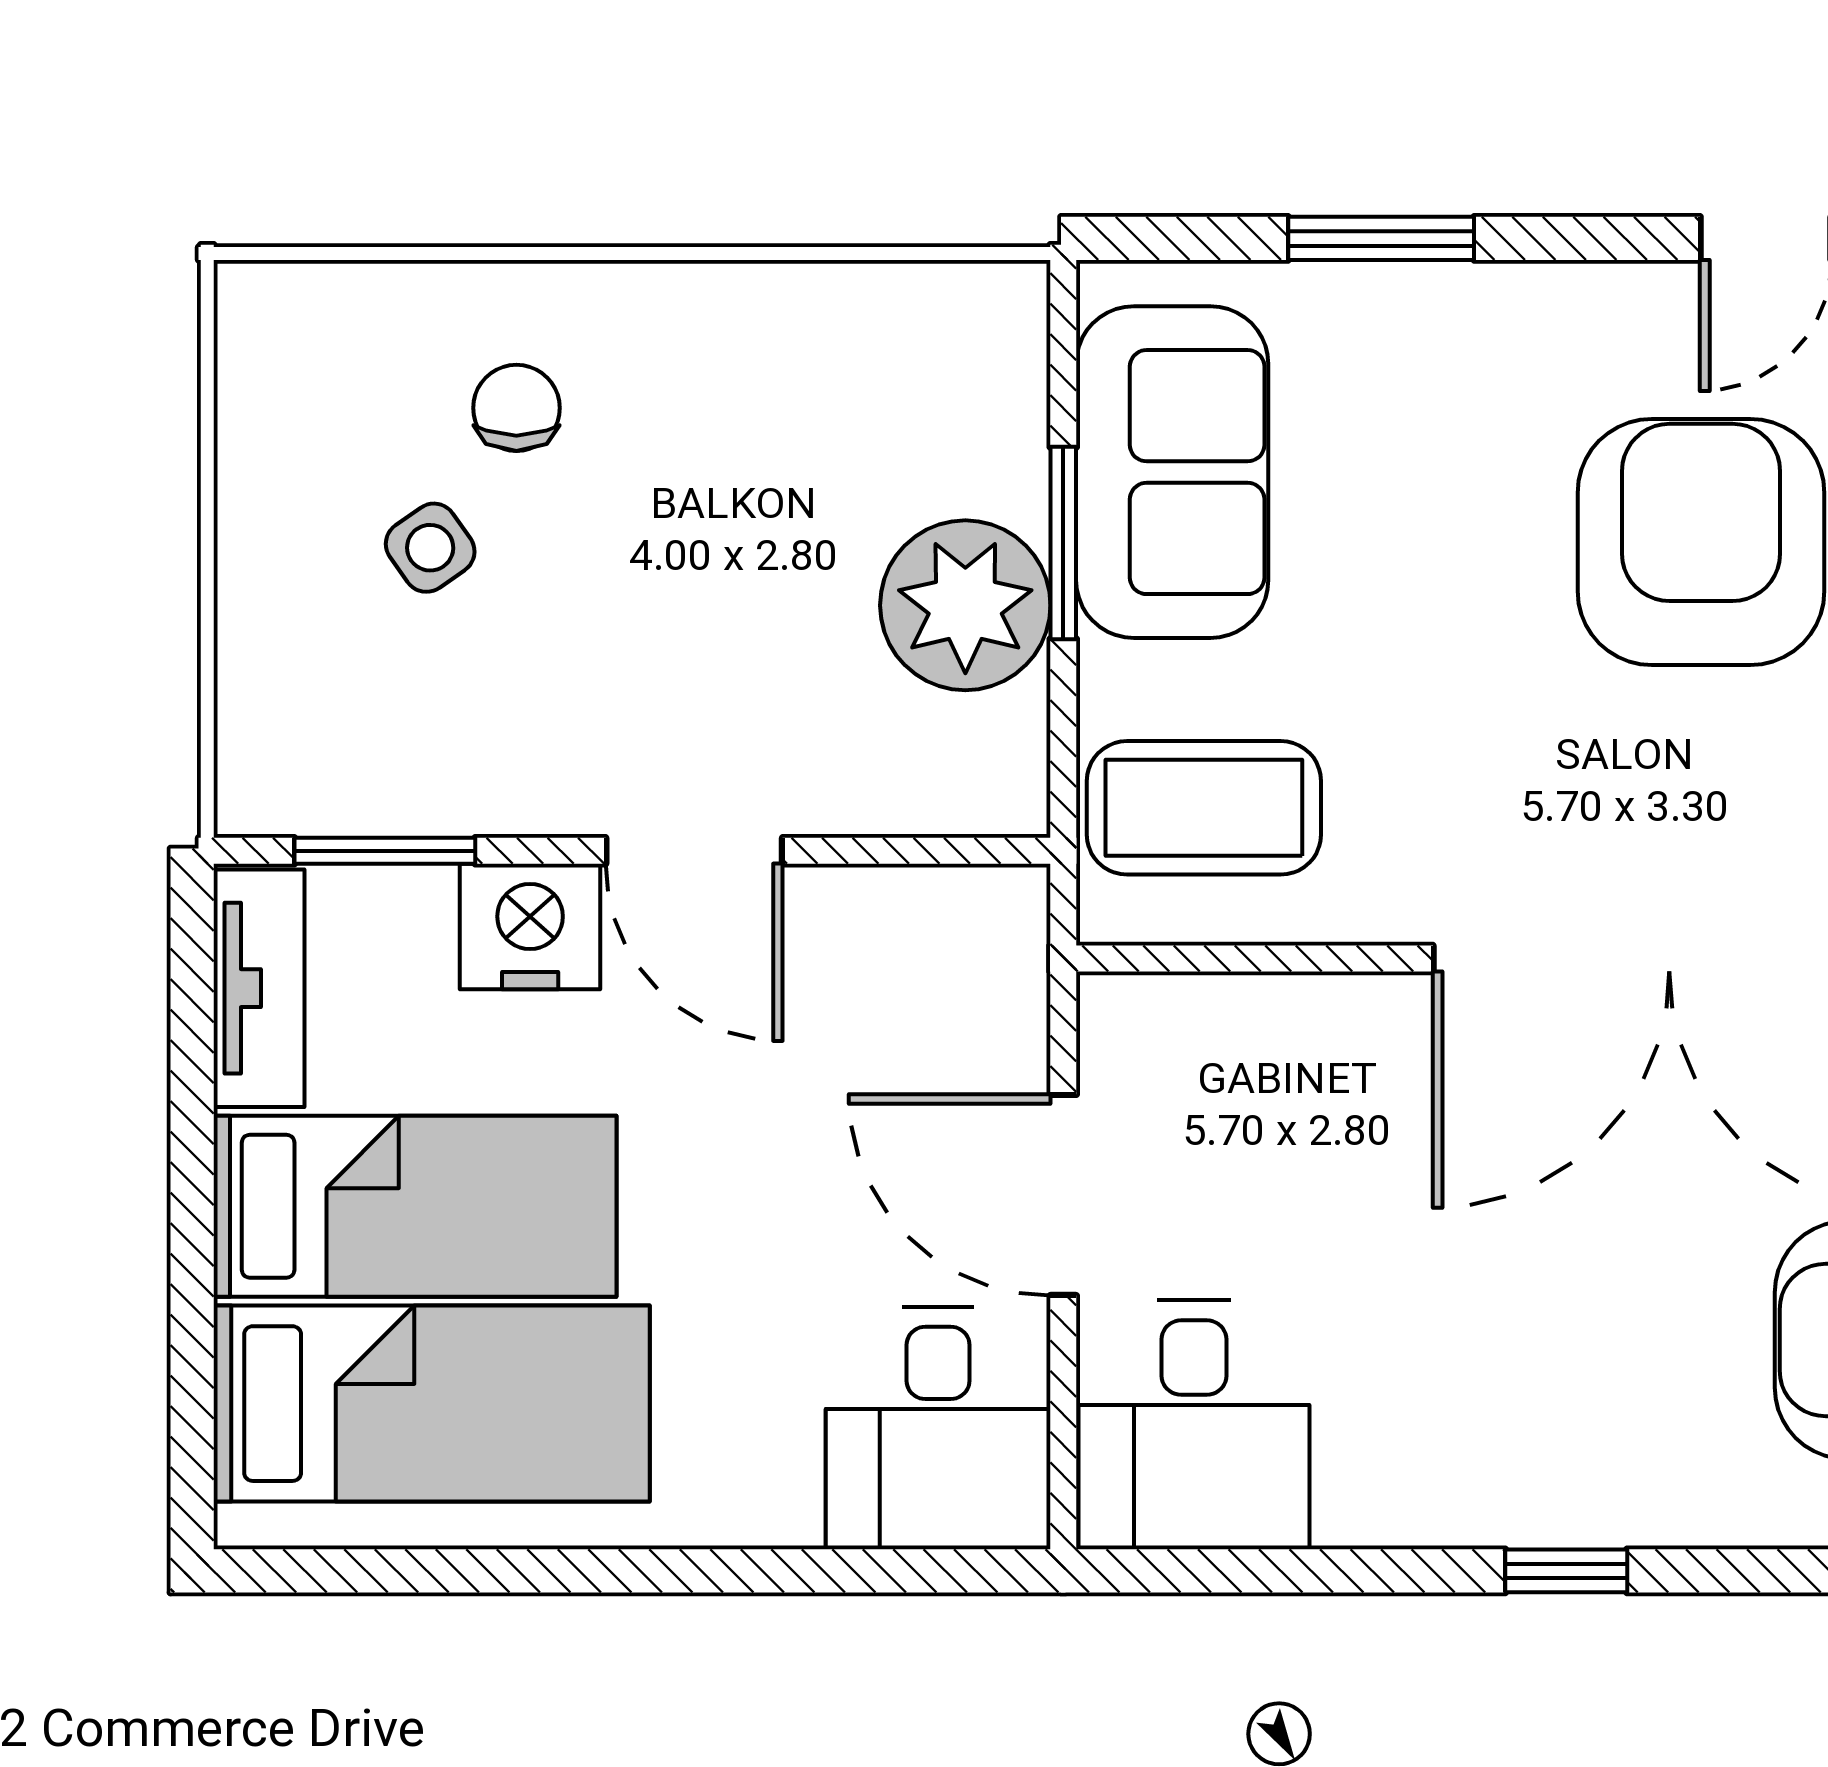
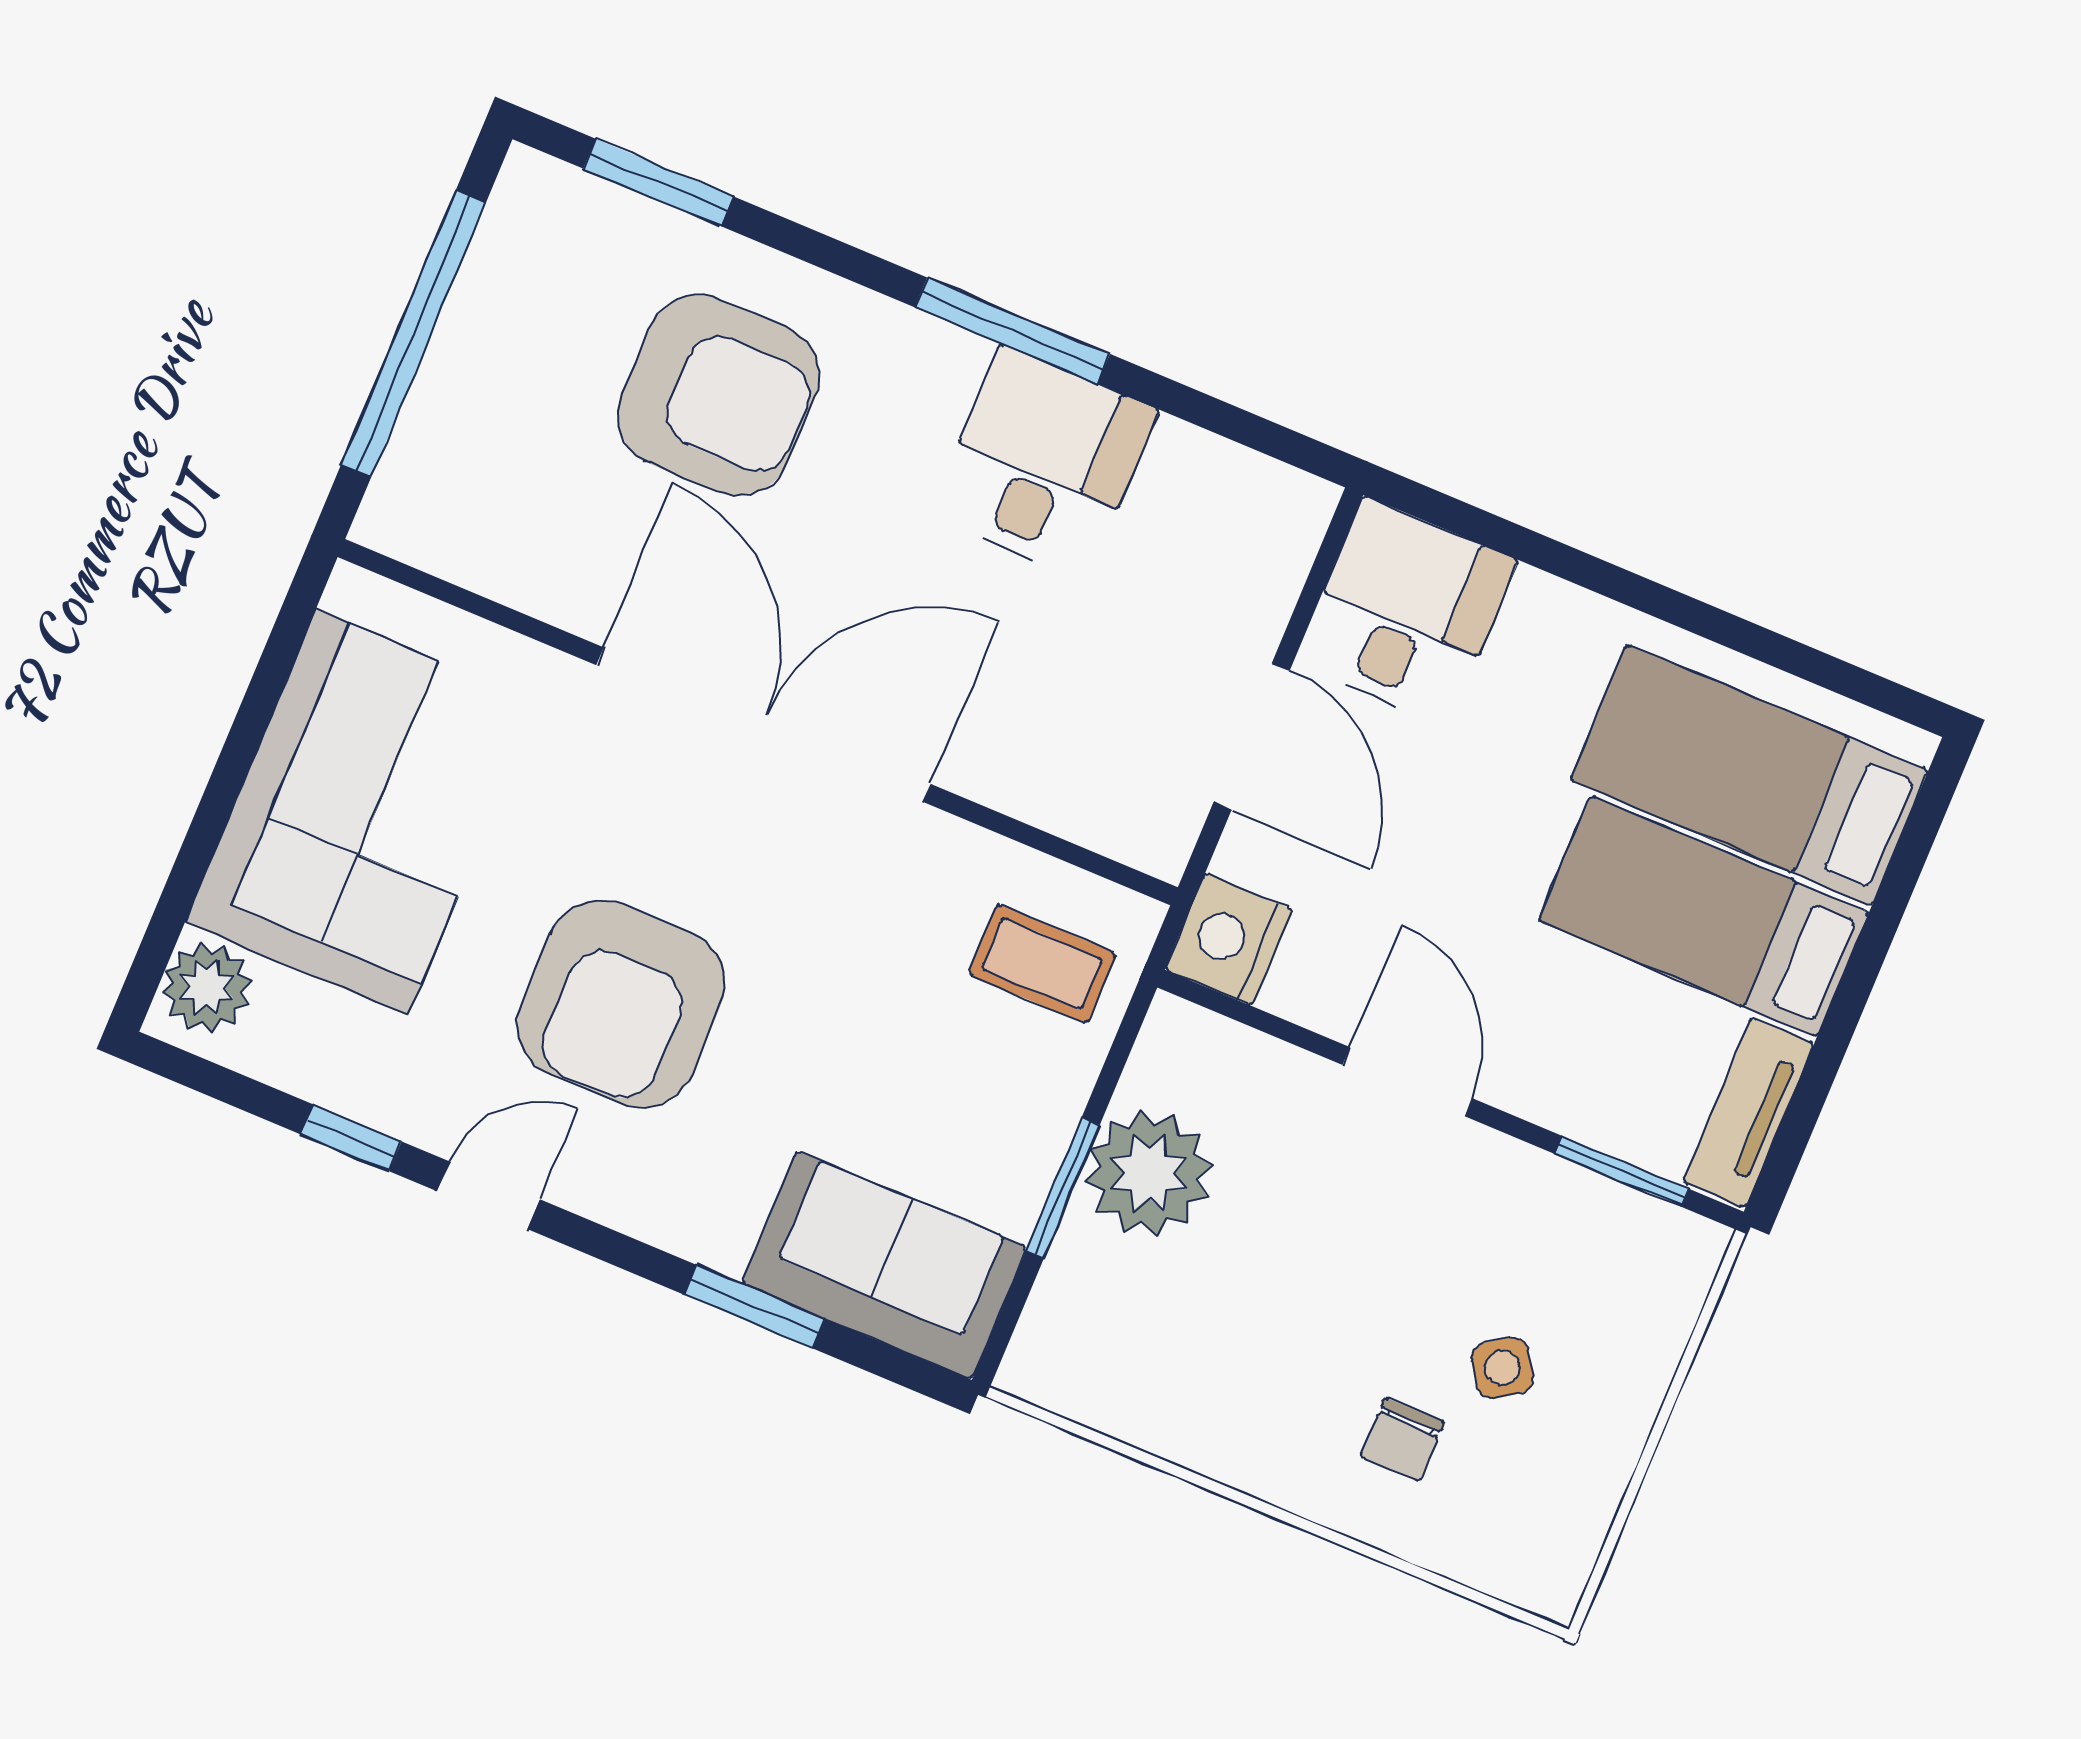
sofa: (1172, 472) -> (884, 1265), moved, turned 90
coffee table: (1204, 808) -> (1042, 964), width x0.73, depth x0.77
nightstand: (530, 927) -> (1228, 939), moved, turned 90
desk: (1194, 1425) -> (1044, 463), moved
window: (1566, 1571) -> (1012, 331), width x2.17

